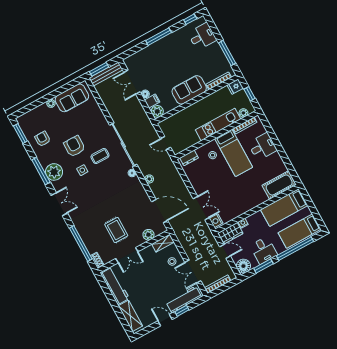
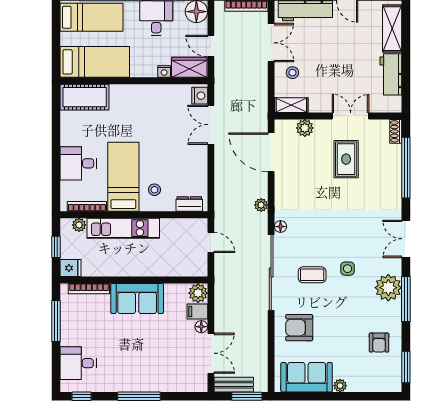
bench: (106, 74) -> (234, 385), width x0.73
armchair: (74, 146) -> (299, 328), moved, turned 90
workbench: (115, 286) -> (391, 74), width x0.73

